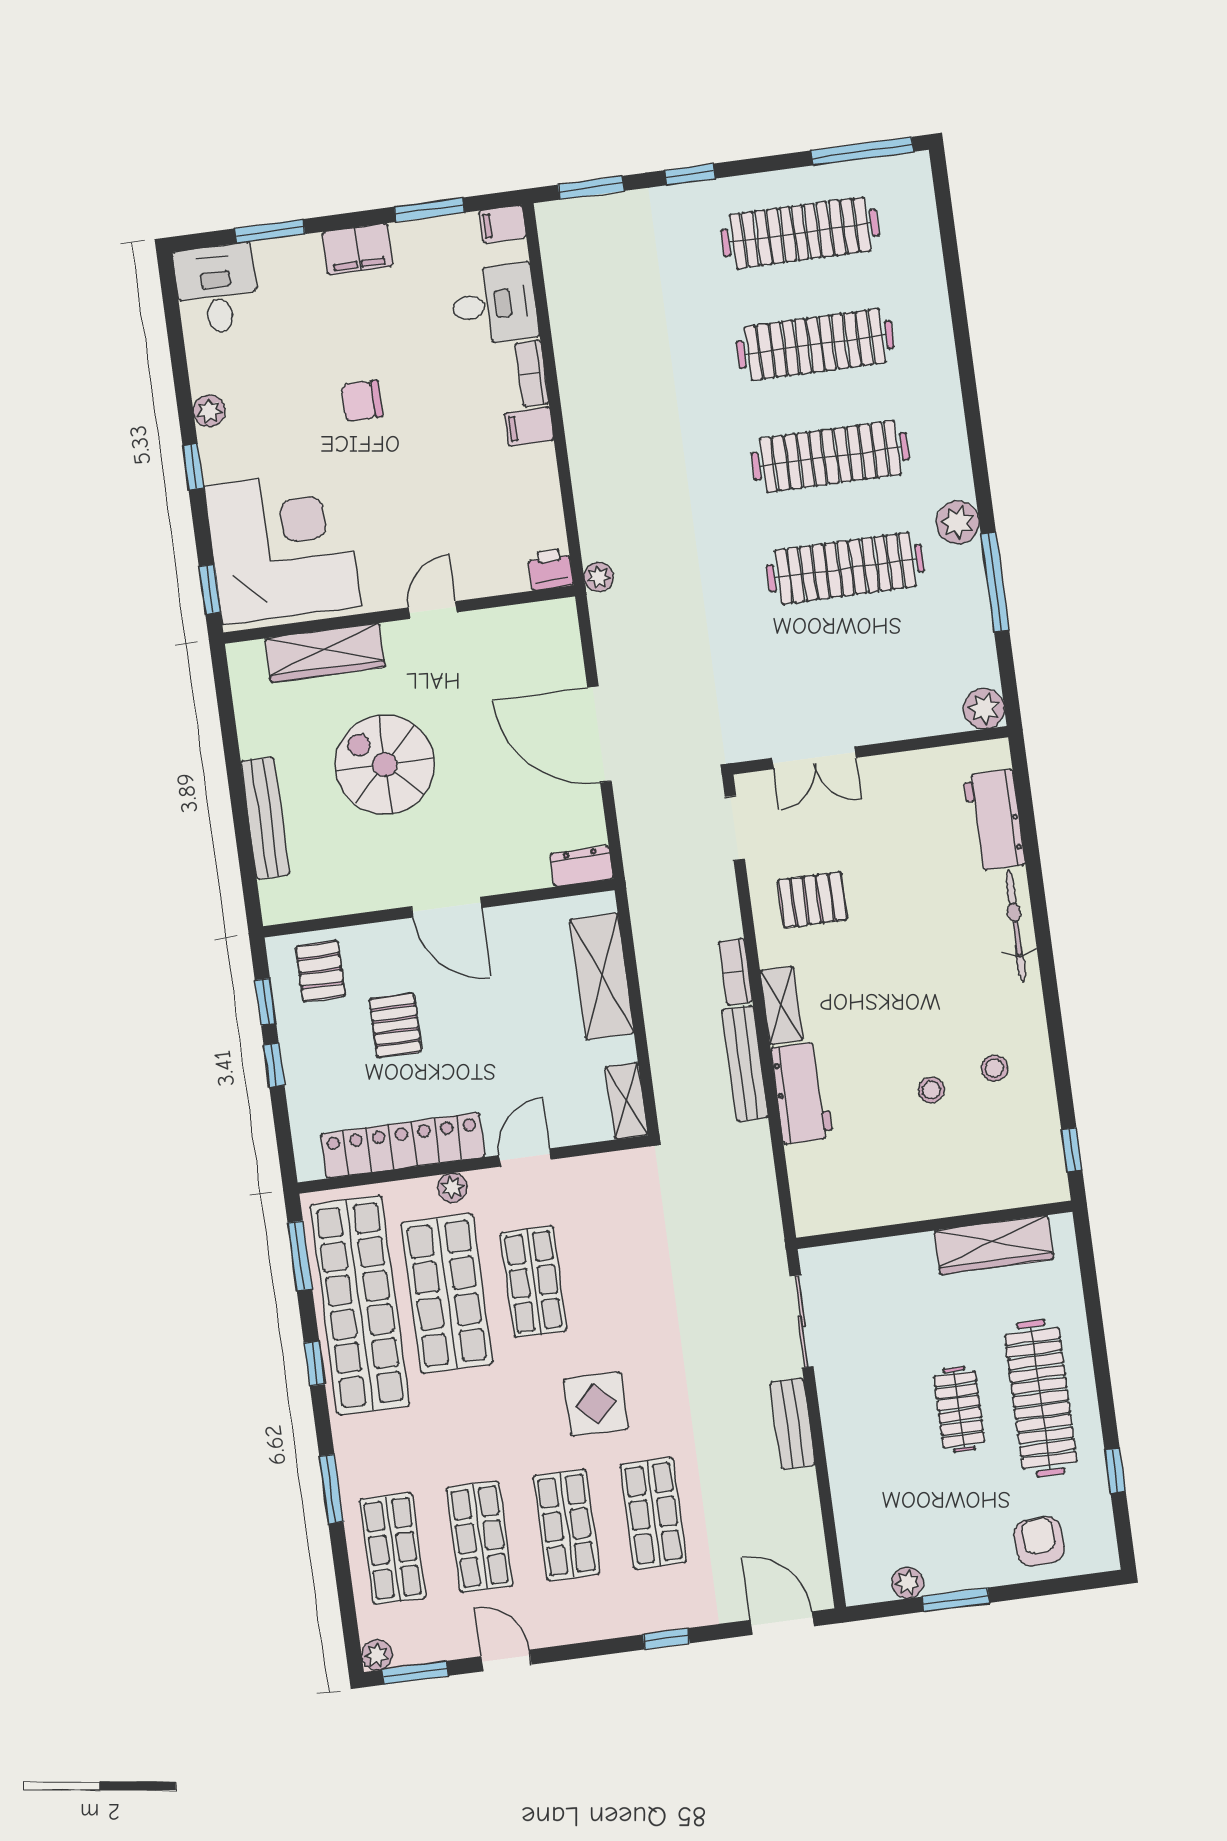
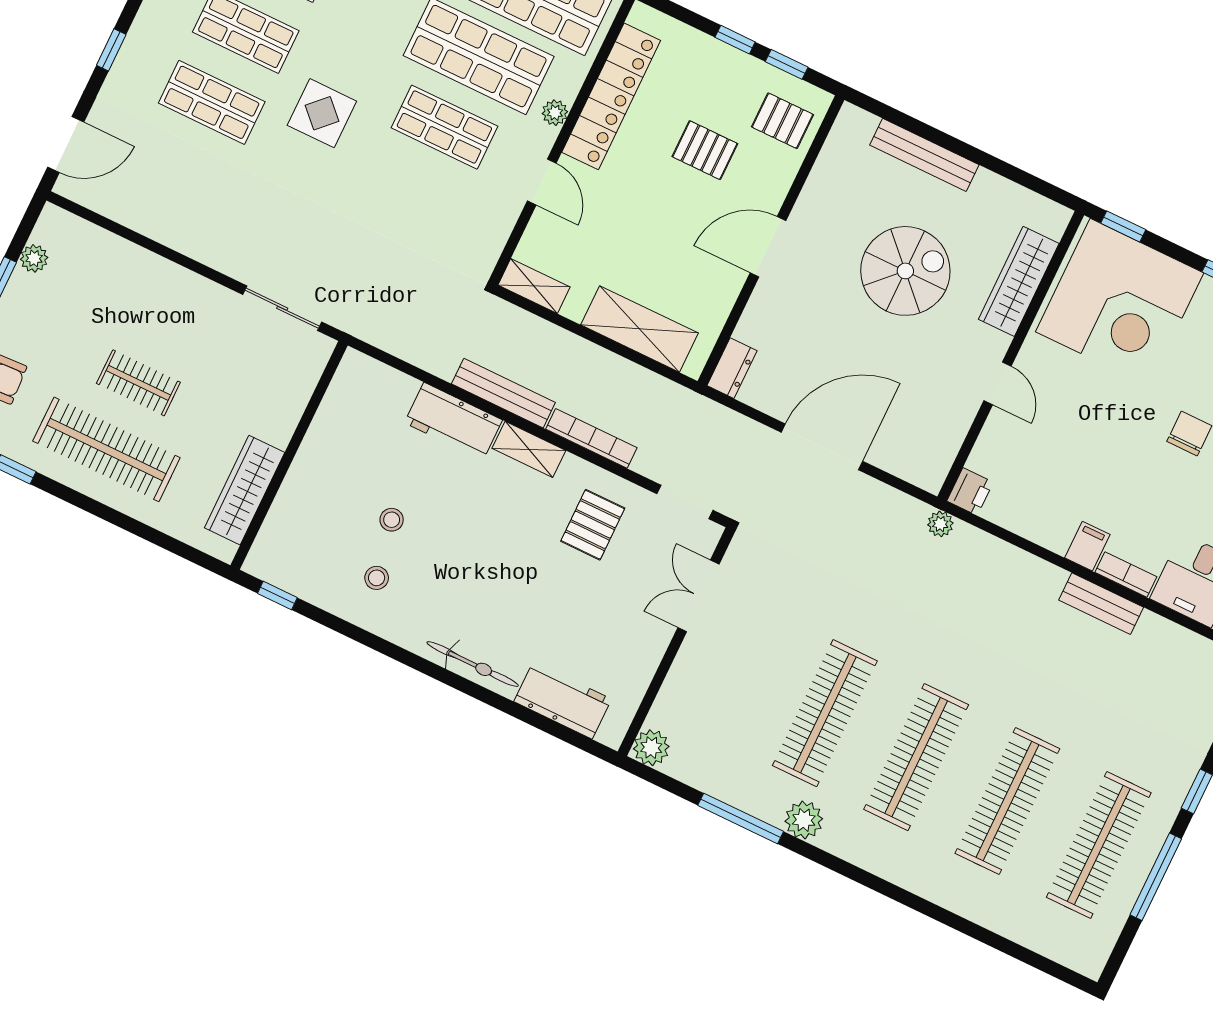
window: (862, 151) -> (1156, 877), moved
bookcase: (736, 972) -> (591, 438), width x1.56
bench: (793, 1424) -> (1101, 604), moved

